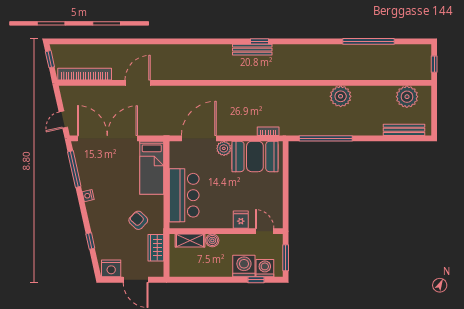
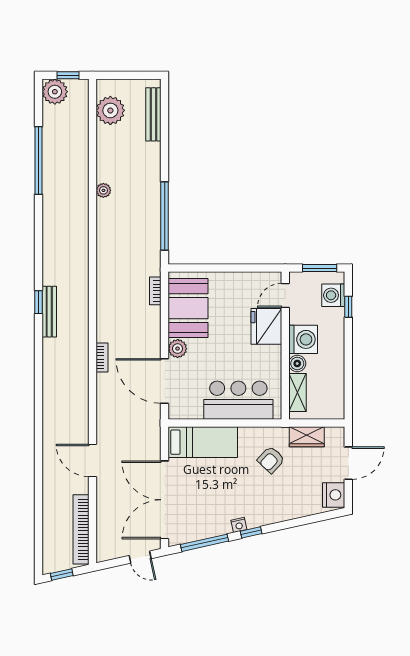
plant: (421, 54) -> (55, 92), added
bookcase: (217, 90) -> (102, 358), added
plant: (341, 96) -> (103, 190), width x0.53, depth x0.53
fridge: (241, 220) -> (266, 326), width x1.88, depth x1.34
window: (90, 241) -> (251, 532), moved
washing machine: (244, 266) -> (303, 339), moved, turned 180

